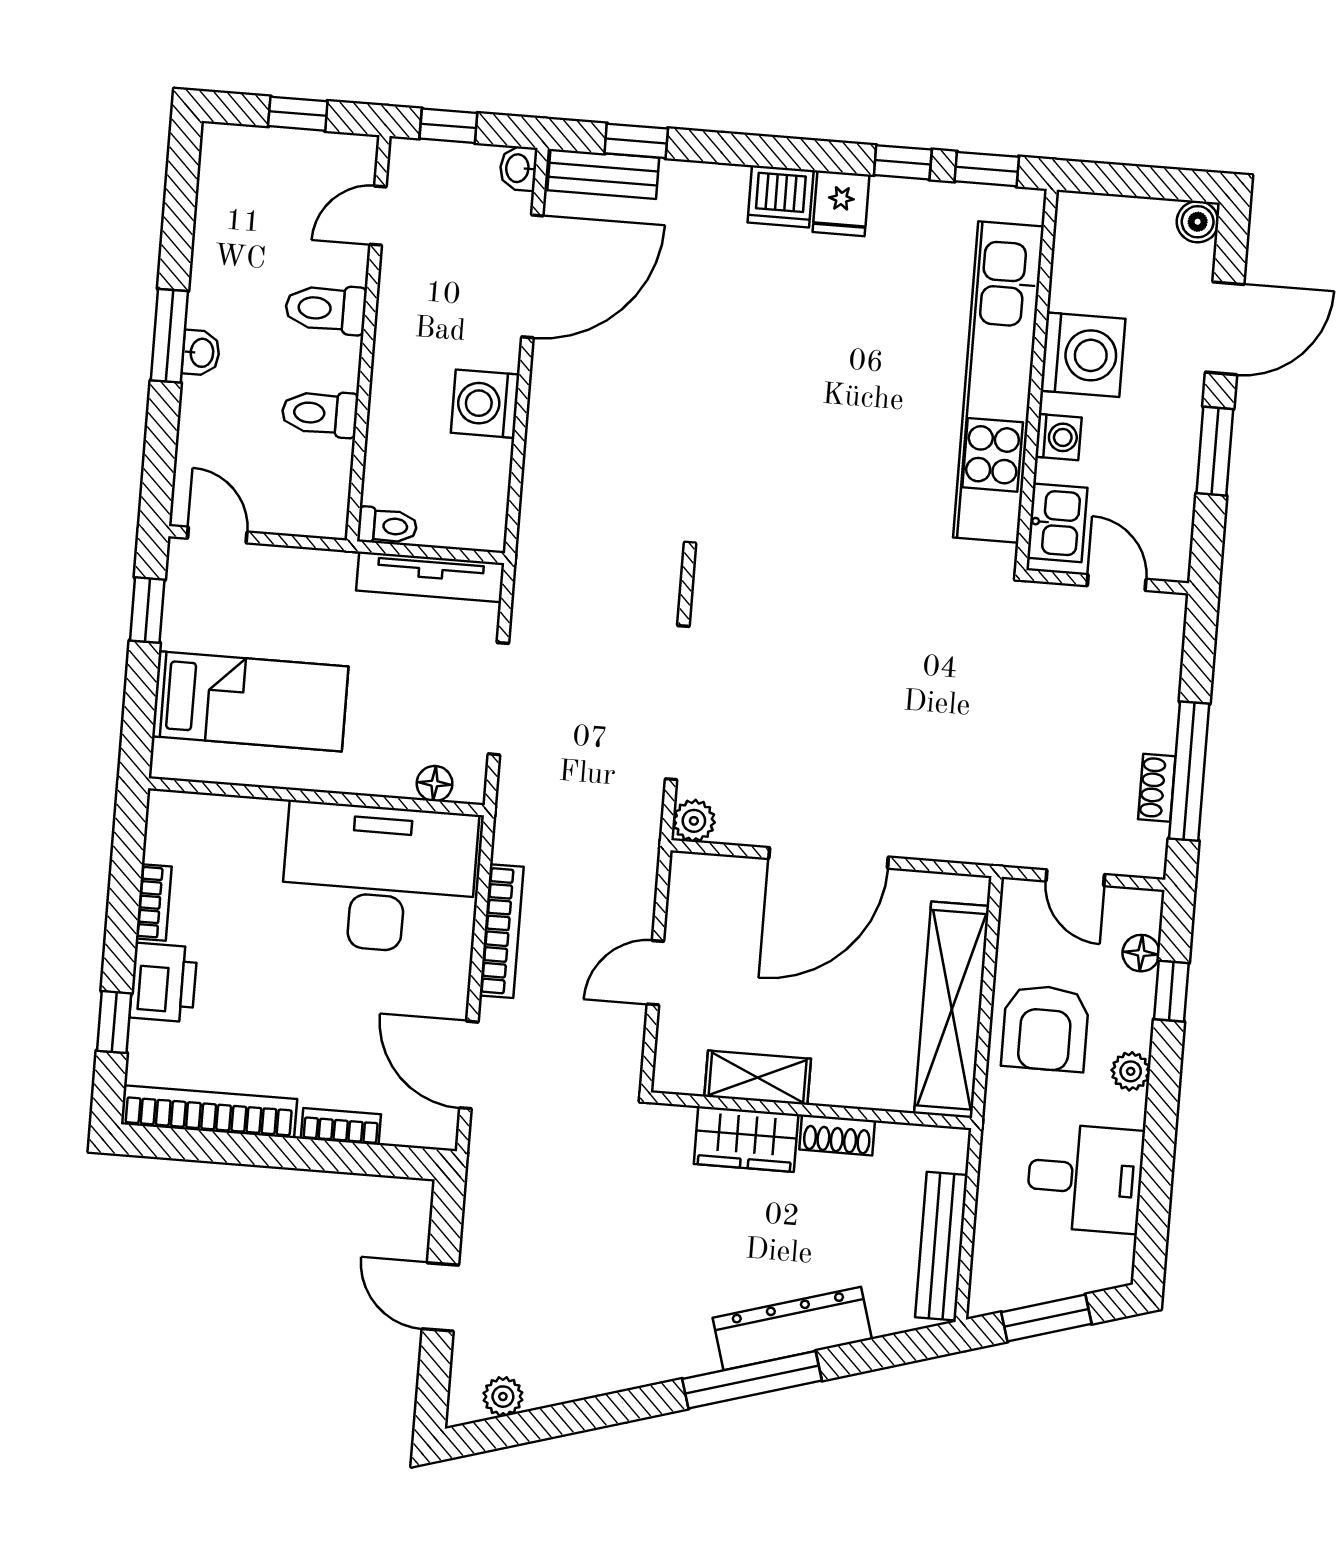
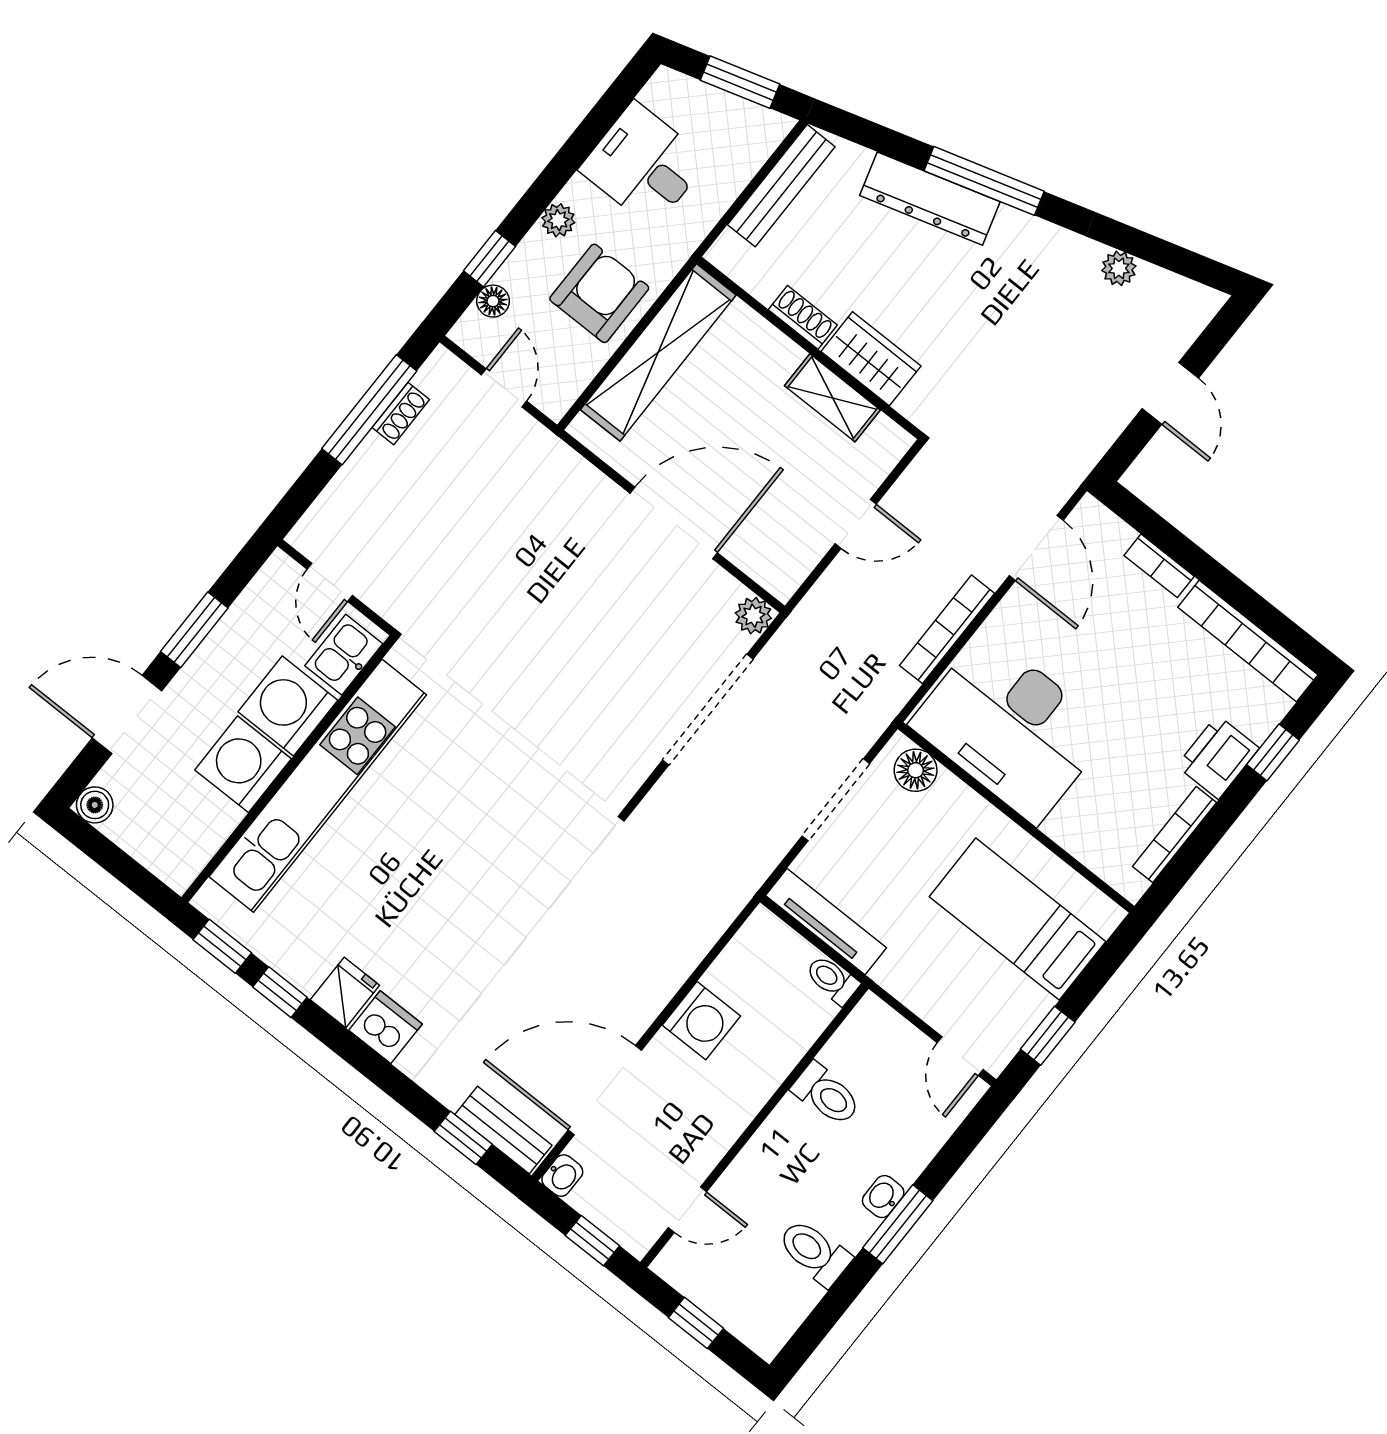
toilet: (326, 309) -> (814, 1252), moved, turned 180
washing machine: (1058, 437) -> (288, 706), width x1.89, depth x1.89
floor lamp: (435, 784) -> (916, 770), width x1.37, depth x1.37
bookcase: (154, 902) -> (1174, 834), width x1.56
plant: (503, 1397) -> (1119, 268), moved

